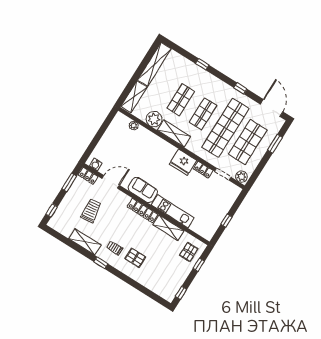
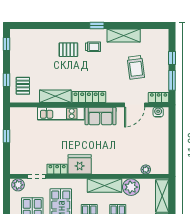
window: (52, 210) -> (172, 58), moved

